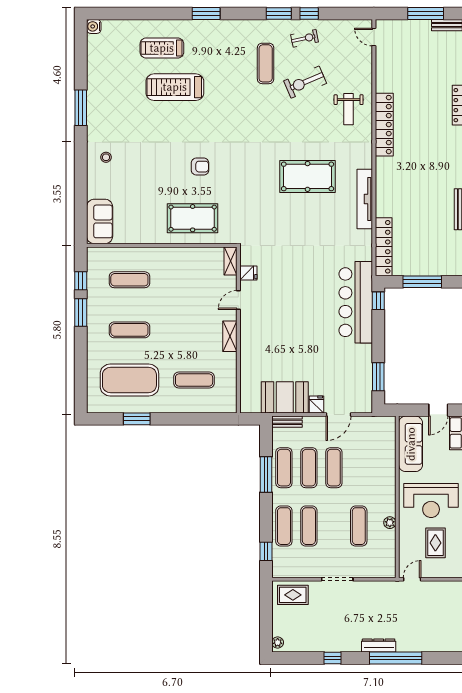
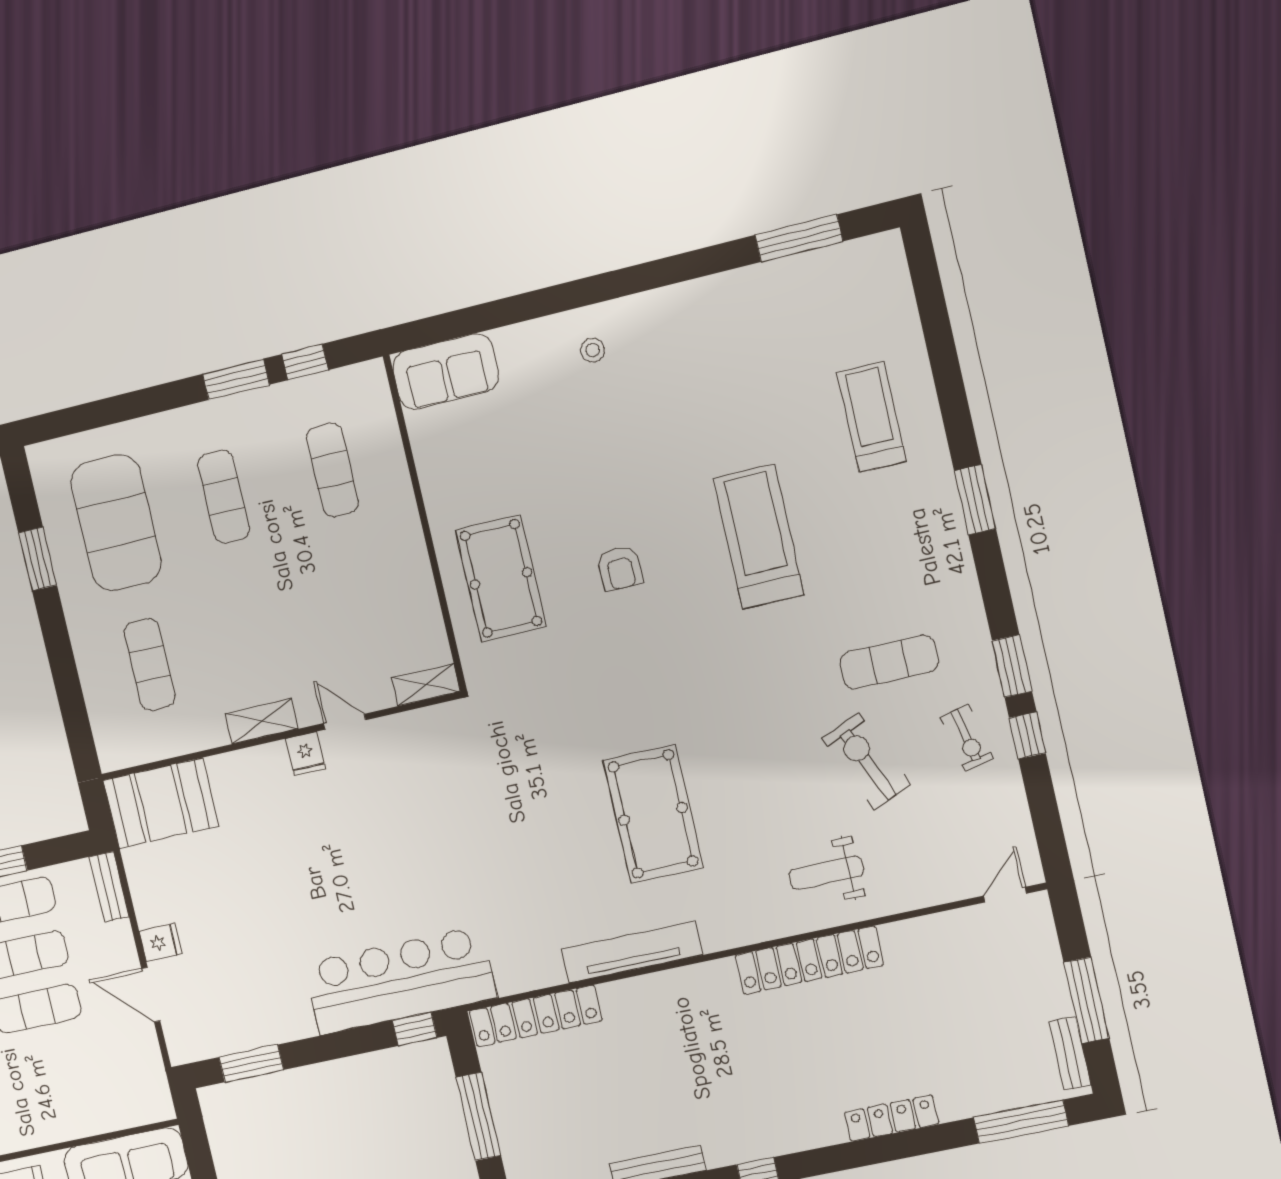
water cooler: (94, 26) -> (887, 248), removed
treadmill: (175, 87) -> (759, 537), moved
window: (81, 108) -> (799, 238), moved
fridge: (248, 273) -> (305, 754), moved
booth: (285, 397) -> (161, 803), moved, turned 90

